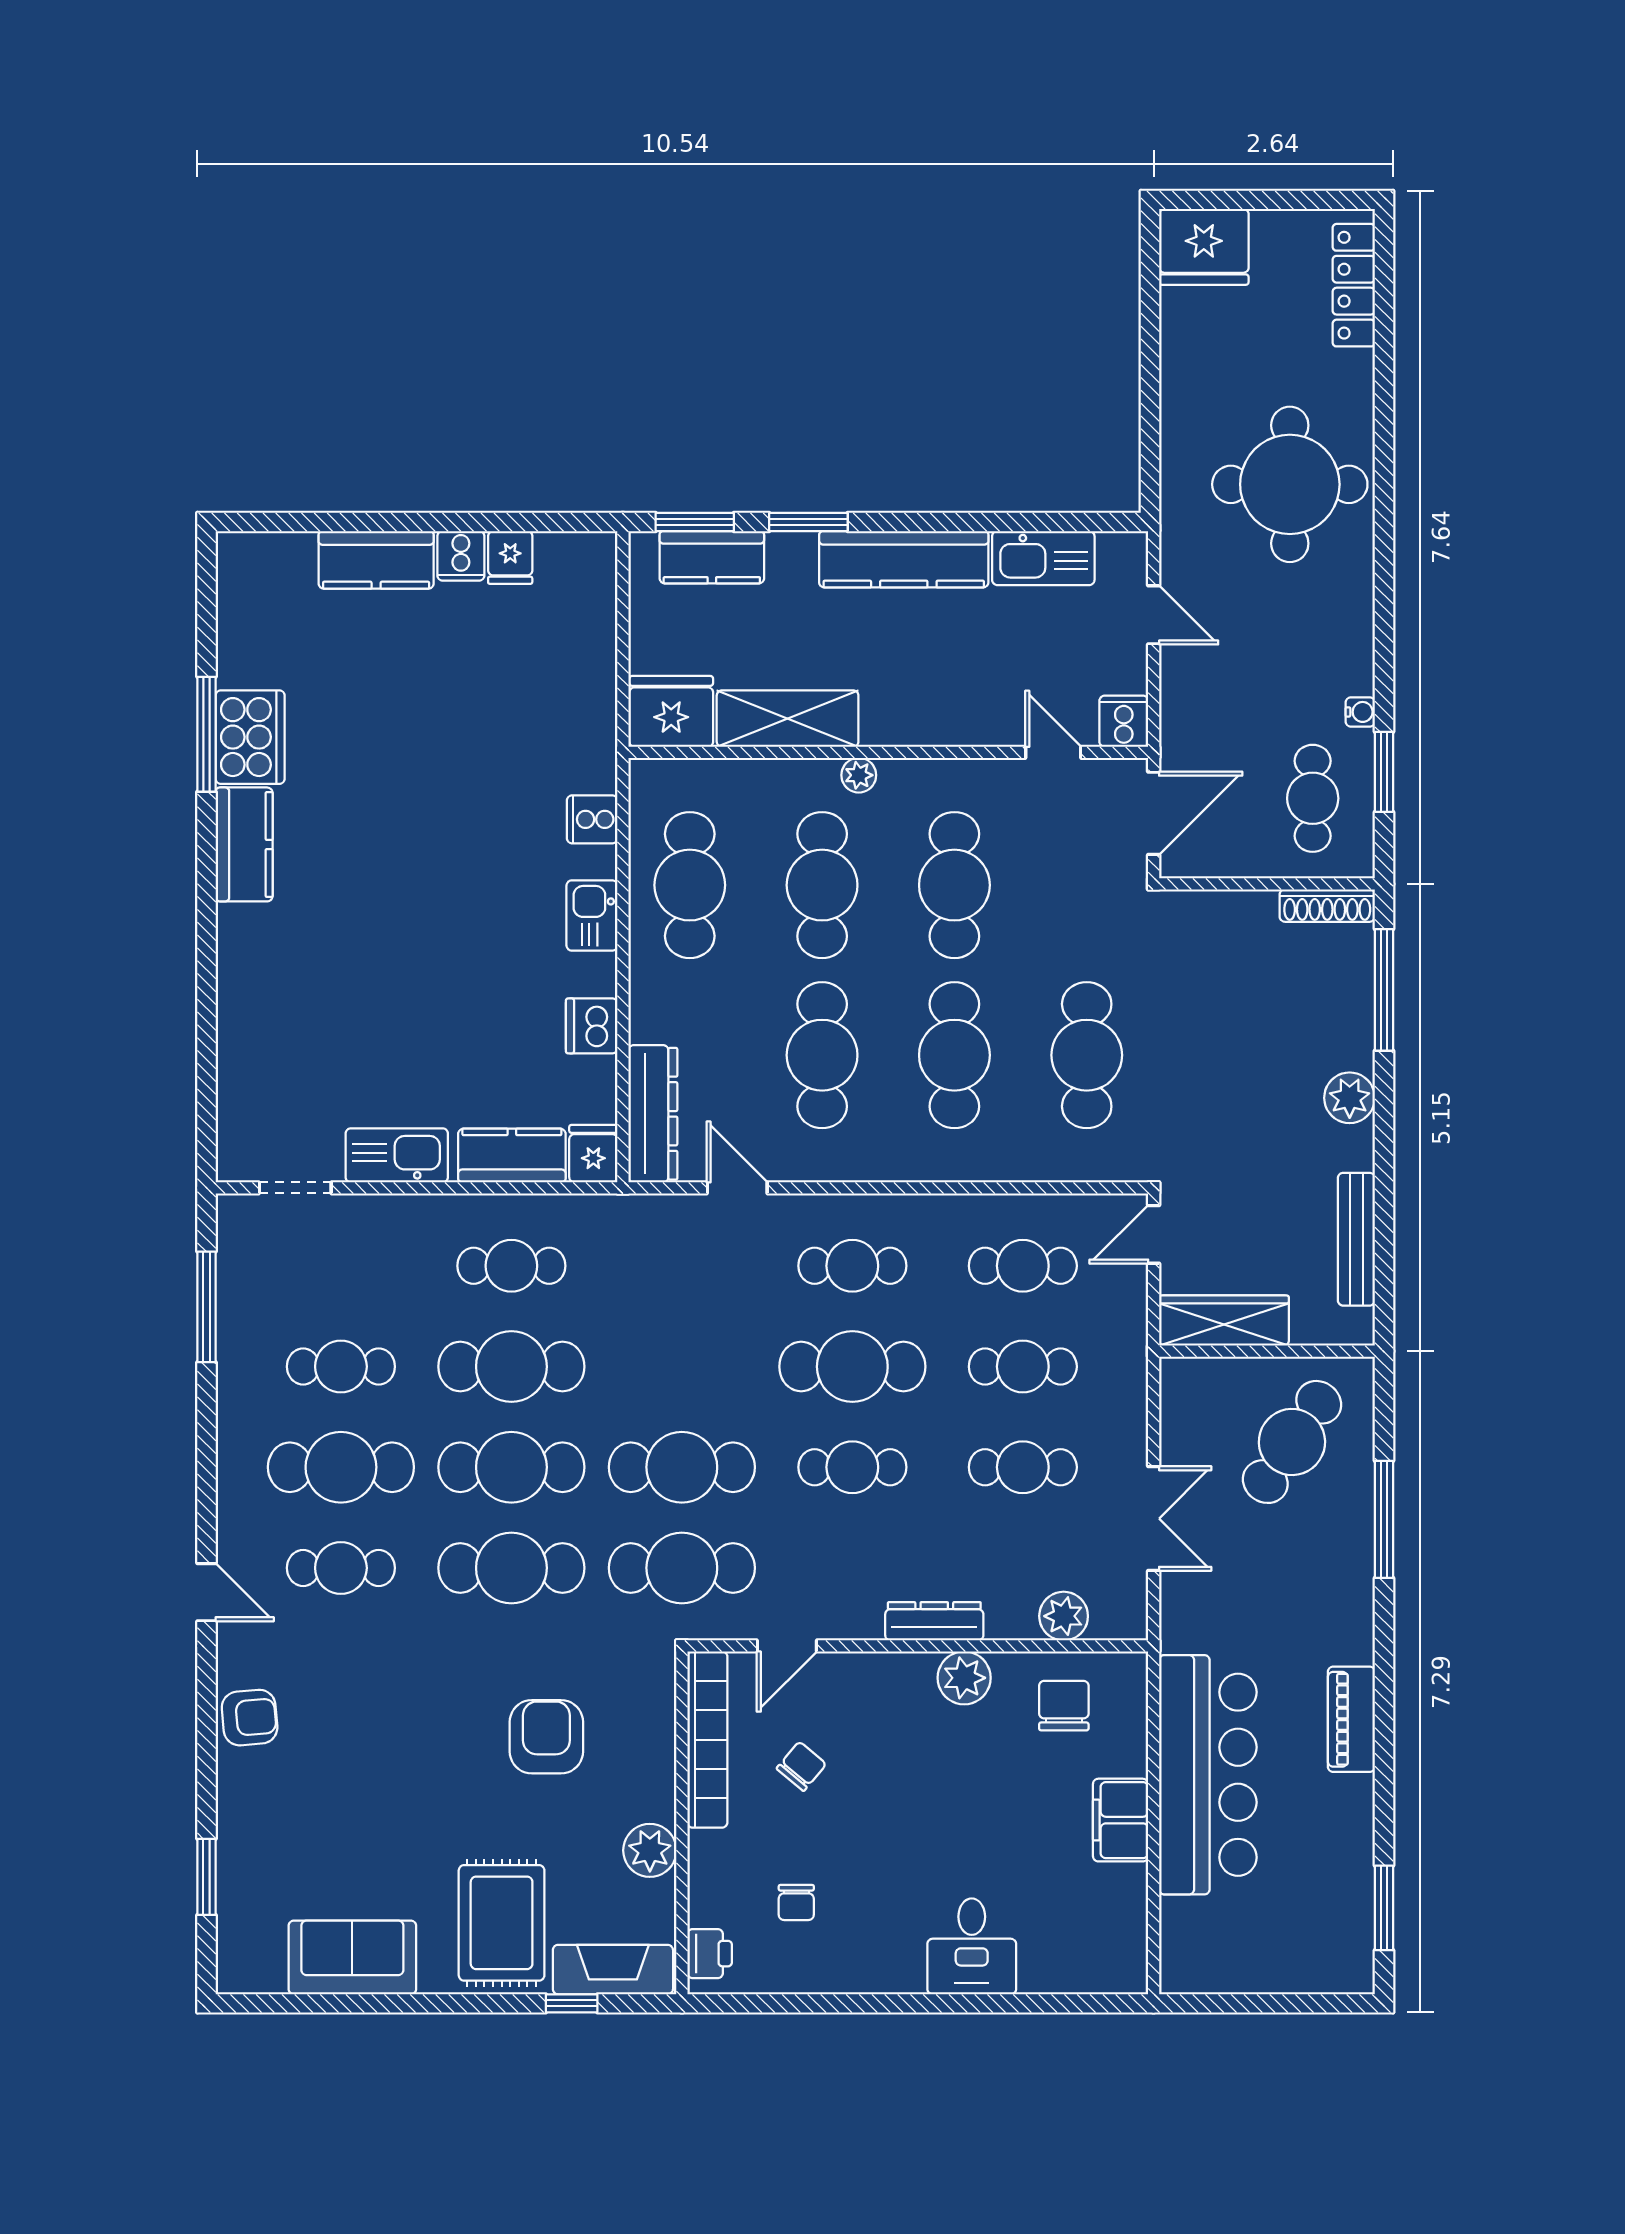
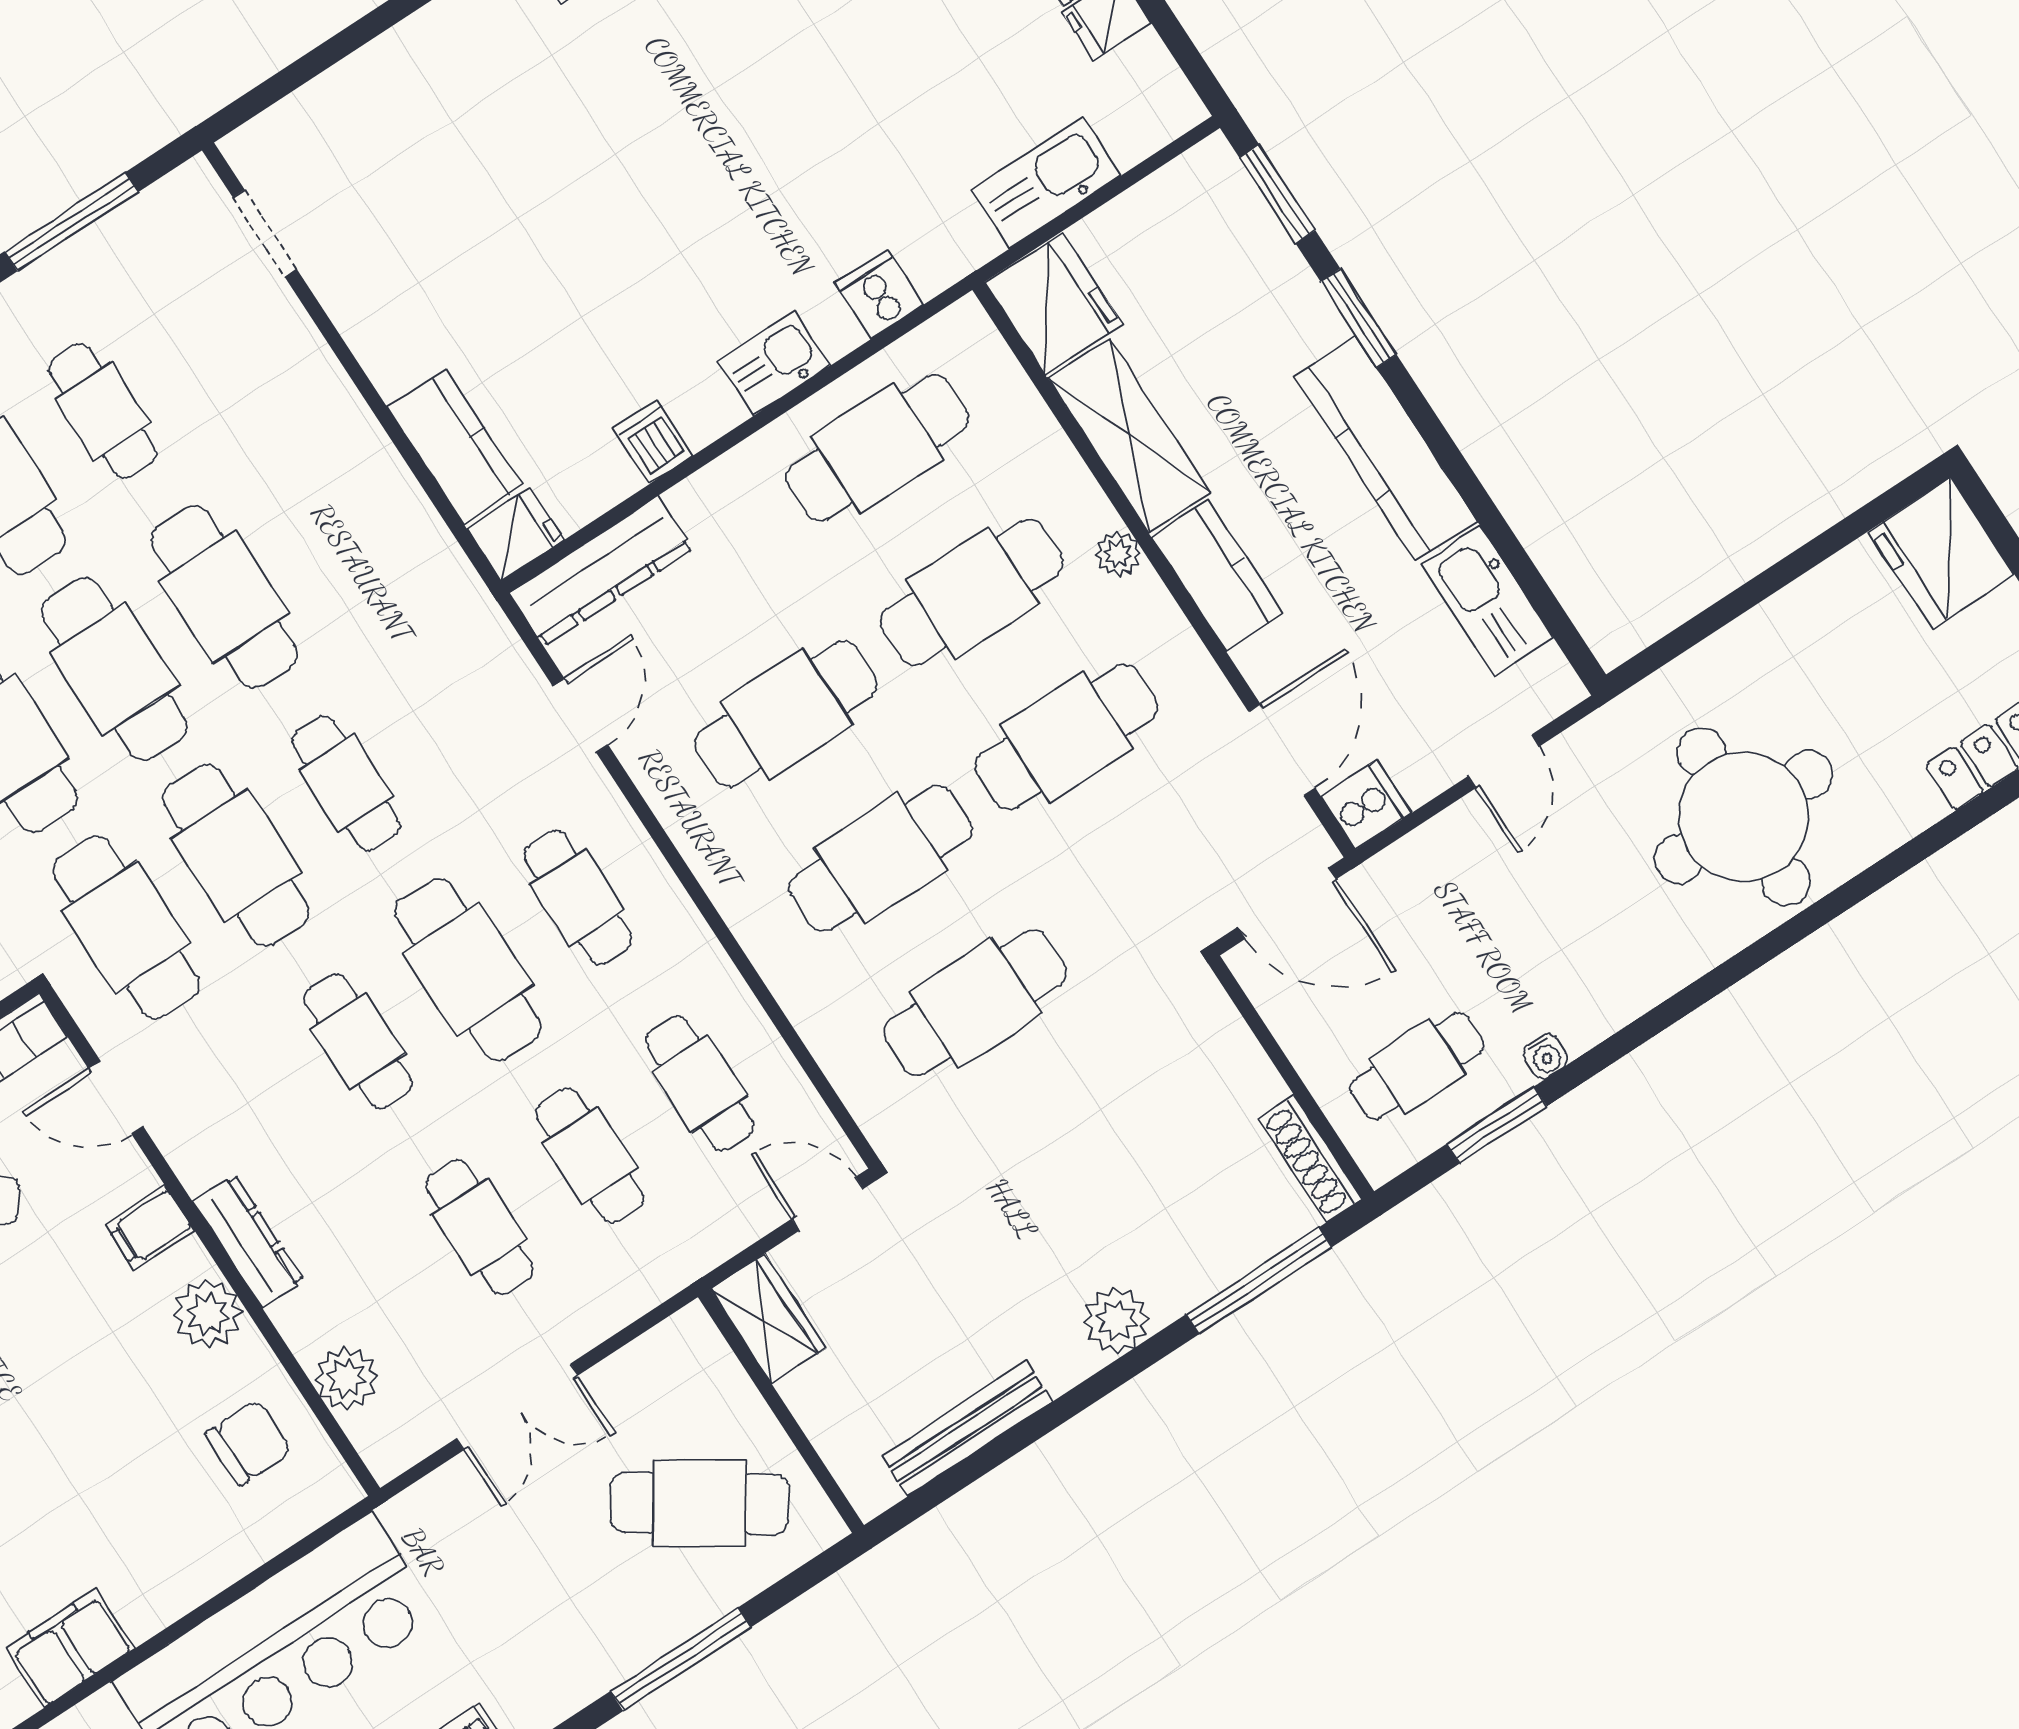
kitchen counter: (712, 557) -> (1217, 576), moved, turned 180
door: (1053, 752) -> (1282, 750), width x1.38
dishwasher: (592, 1026) -> (653, 441), width x0.73
kitchen sink: (397, 1155) -> (1046, 182), moved, turned -90
cafe table: (511, 1266) -> (346, 783), moved
wardrobe: (1224, 1321) -> (768, 1319), width x0.67
filing cabinet: (885, 1679) -> (150, 1228), added
filing cabinet: (1121, 1820) -> (70, 1648), moved

